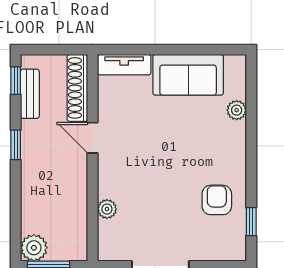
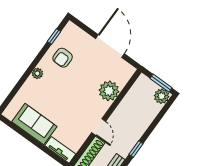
plant: (237, 110) -> (37, 73), moved
plant: (107, 209) -> (109, 91), width x1.88, depth x1.88

